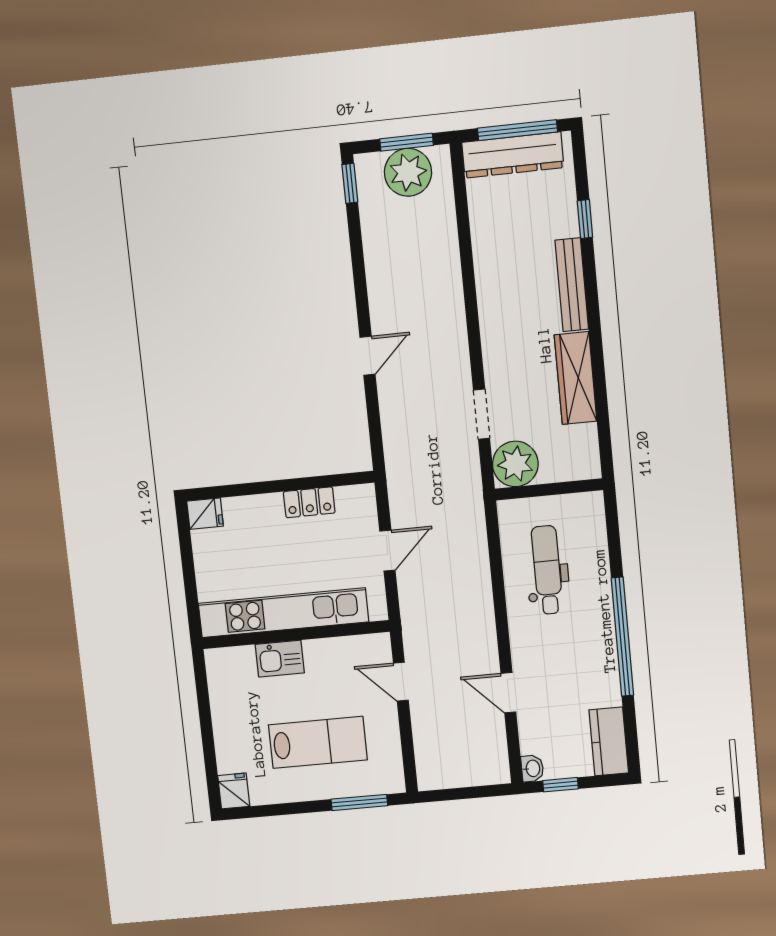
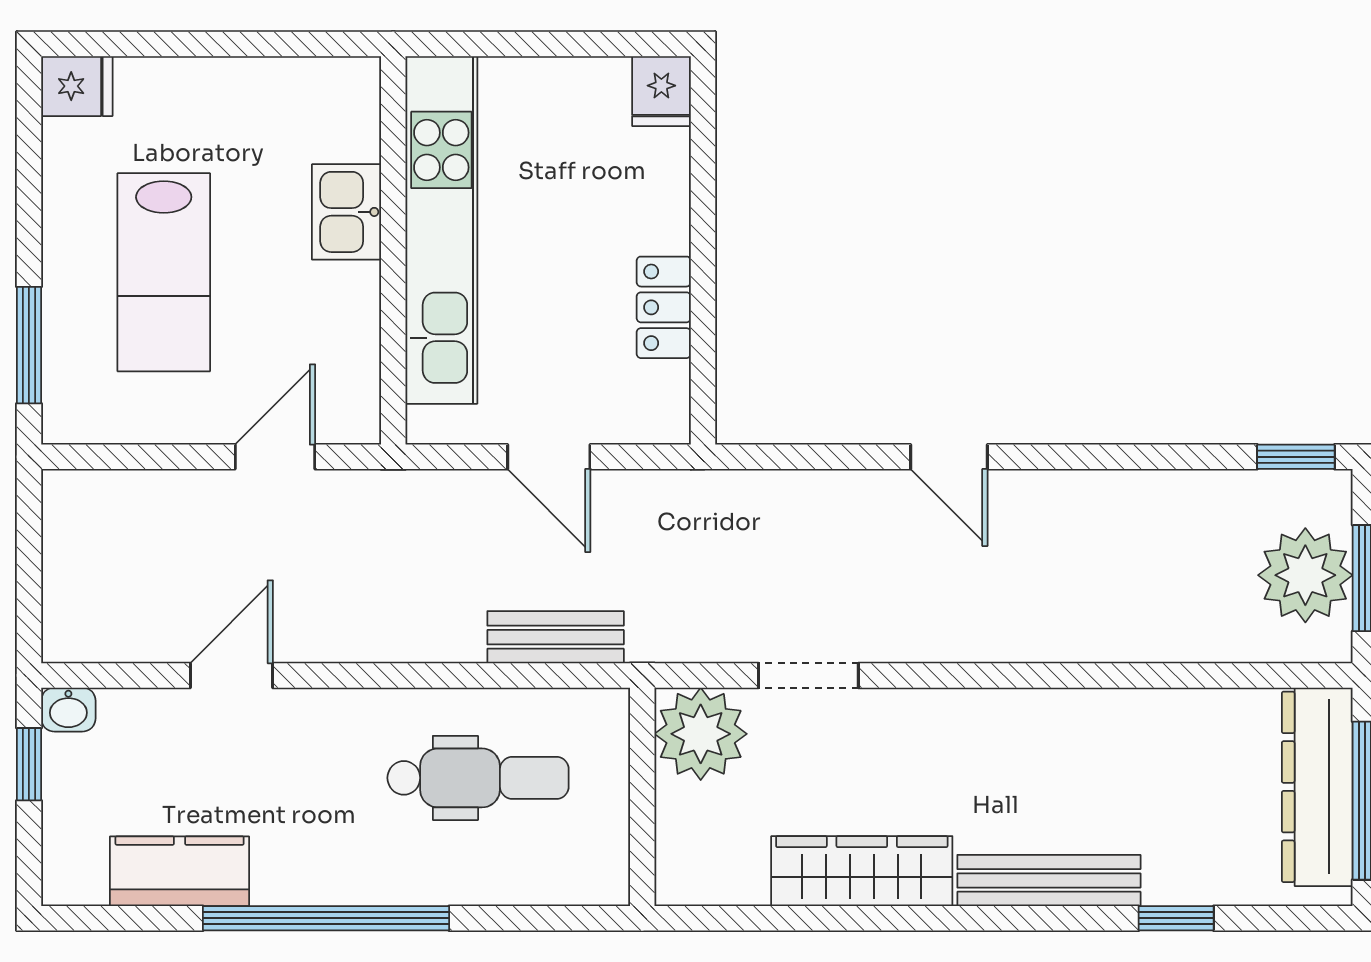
bench: (475, 539) -> (556, 637), added
kitchen counter: (609, 741) -> (180, 871), moved

